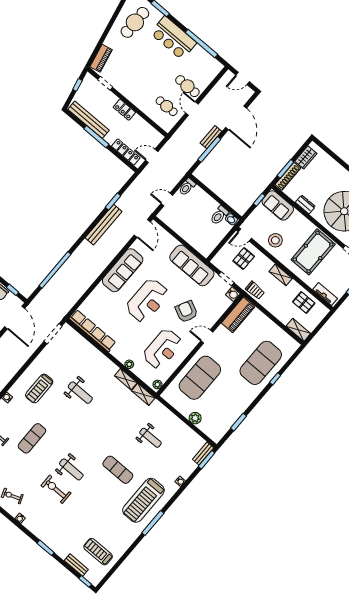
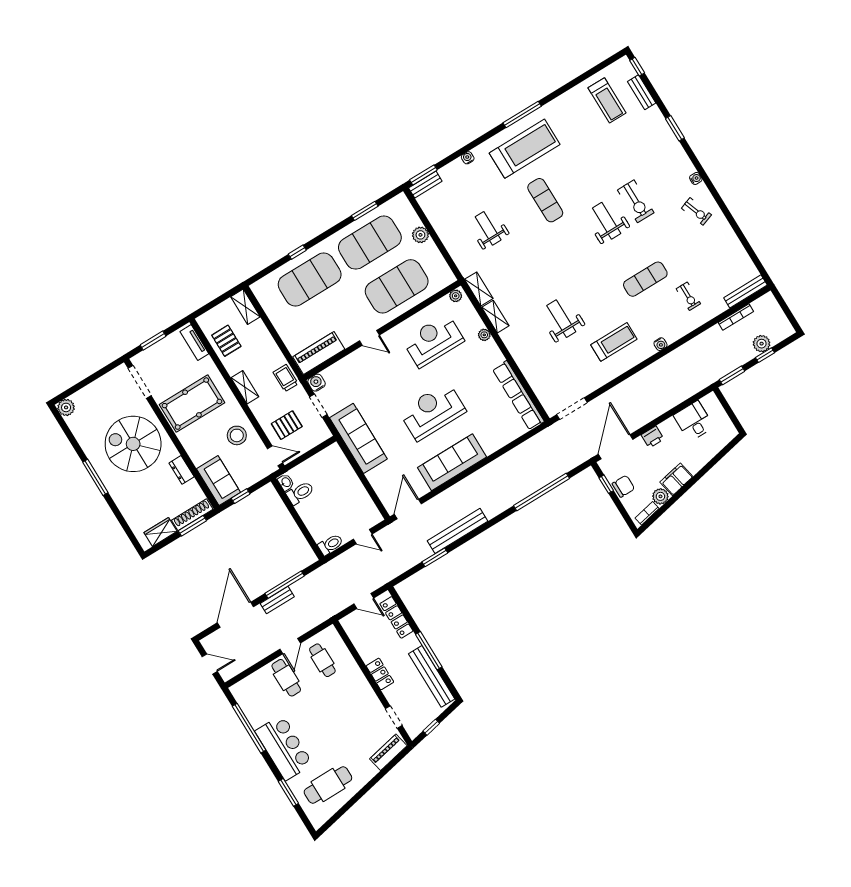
armchair: (186, 312) -> (386, 380), removed
exercise mat: (228, 402) -> (370, 243), added

